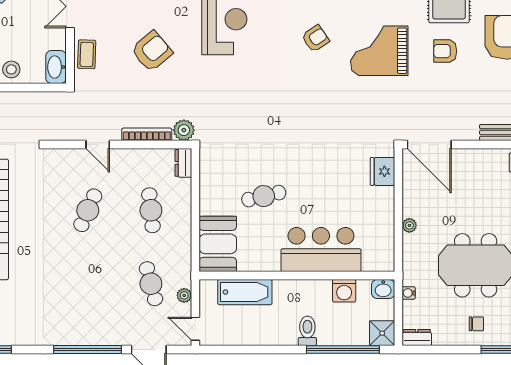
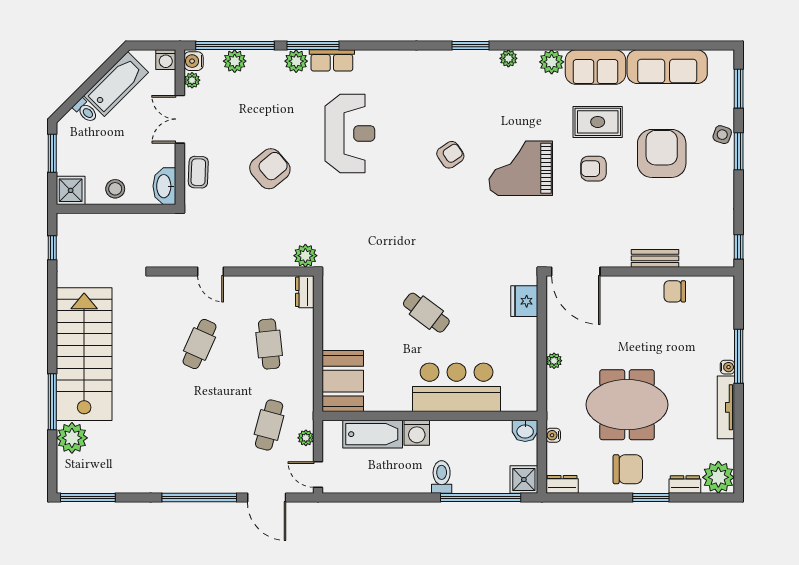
bookcase: (147, 134) -> (265, 260), removed
cafe table: (264, 196) -> (426, 313), moved, turned 50
cafe table: (151, 284) -> (269, 425), turned 30
washing machine: (344, 291) -> (417, 433), moved
chair: (476, 324) -> (628, 469), width x1.87, depth x1.87

